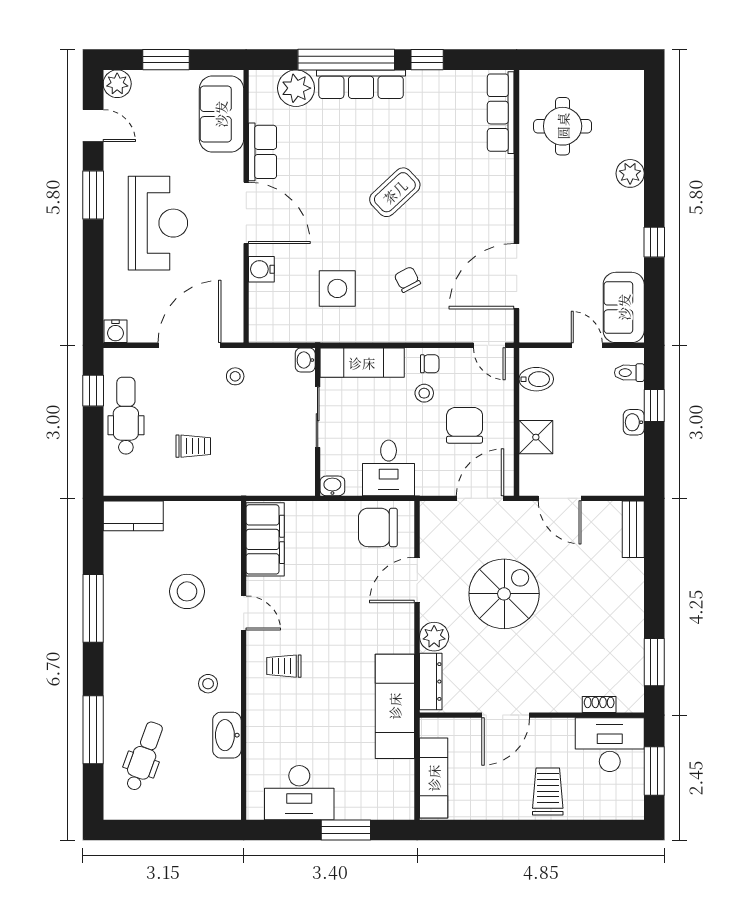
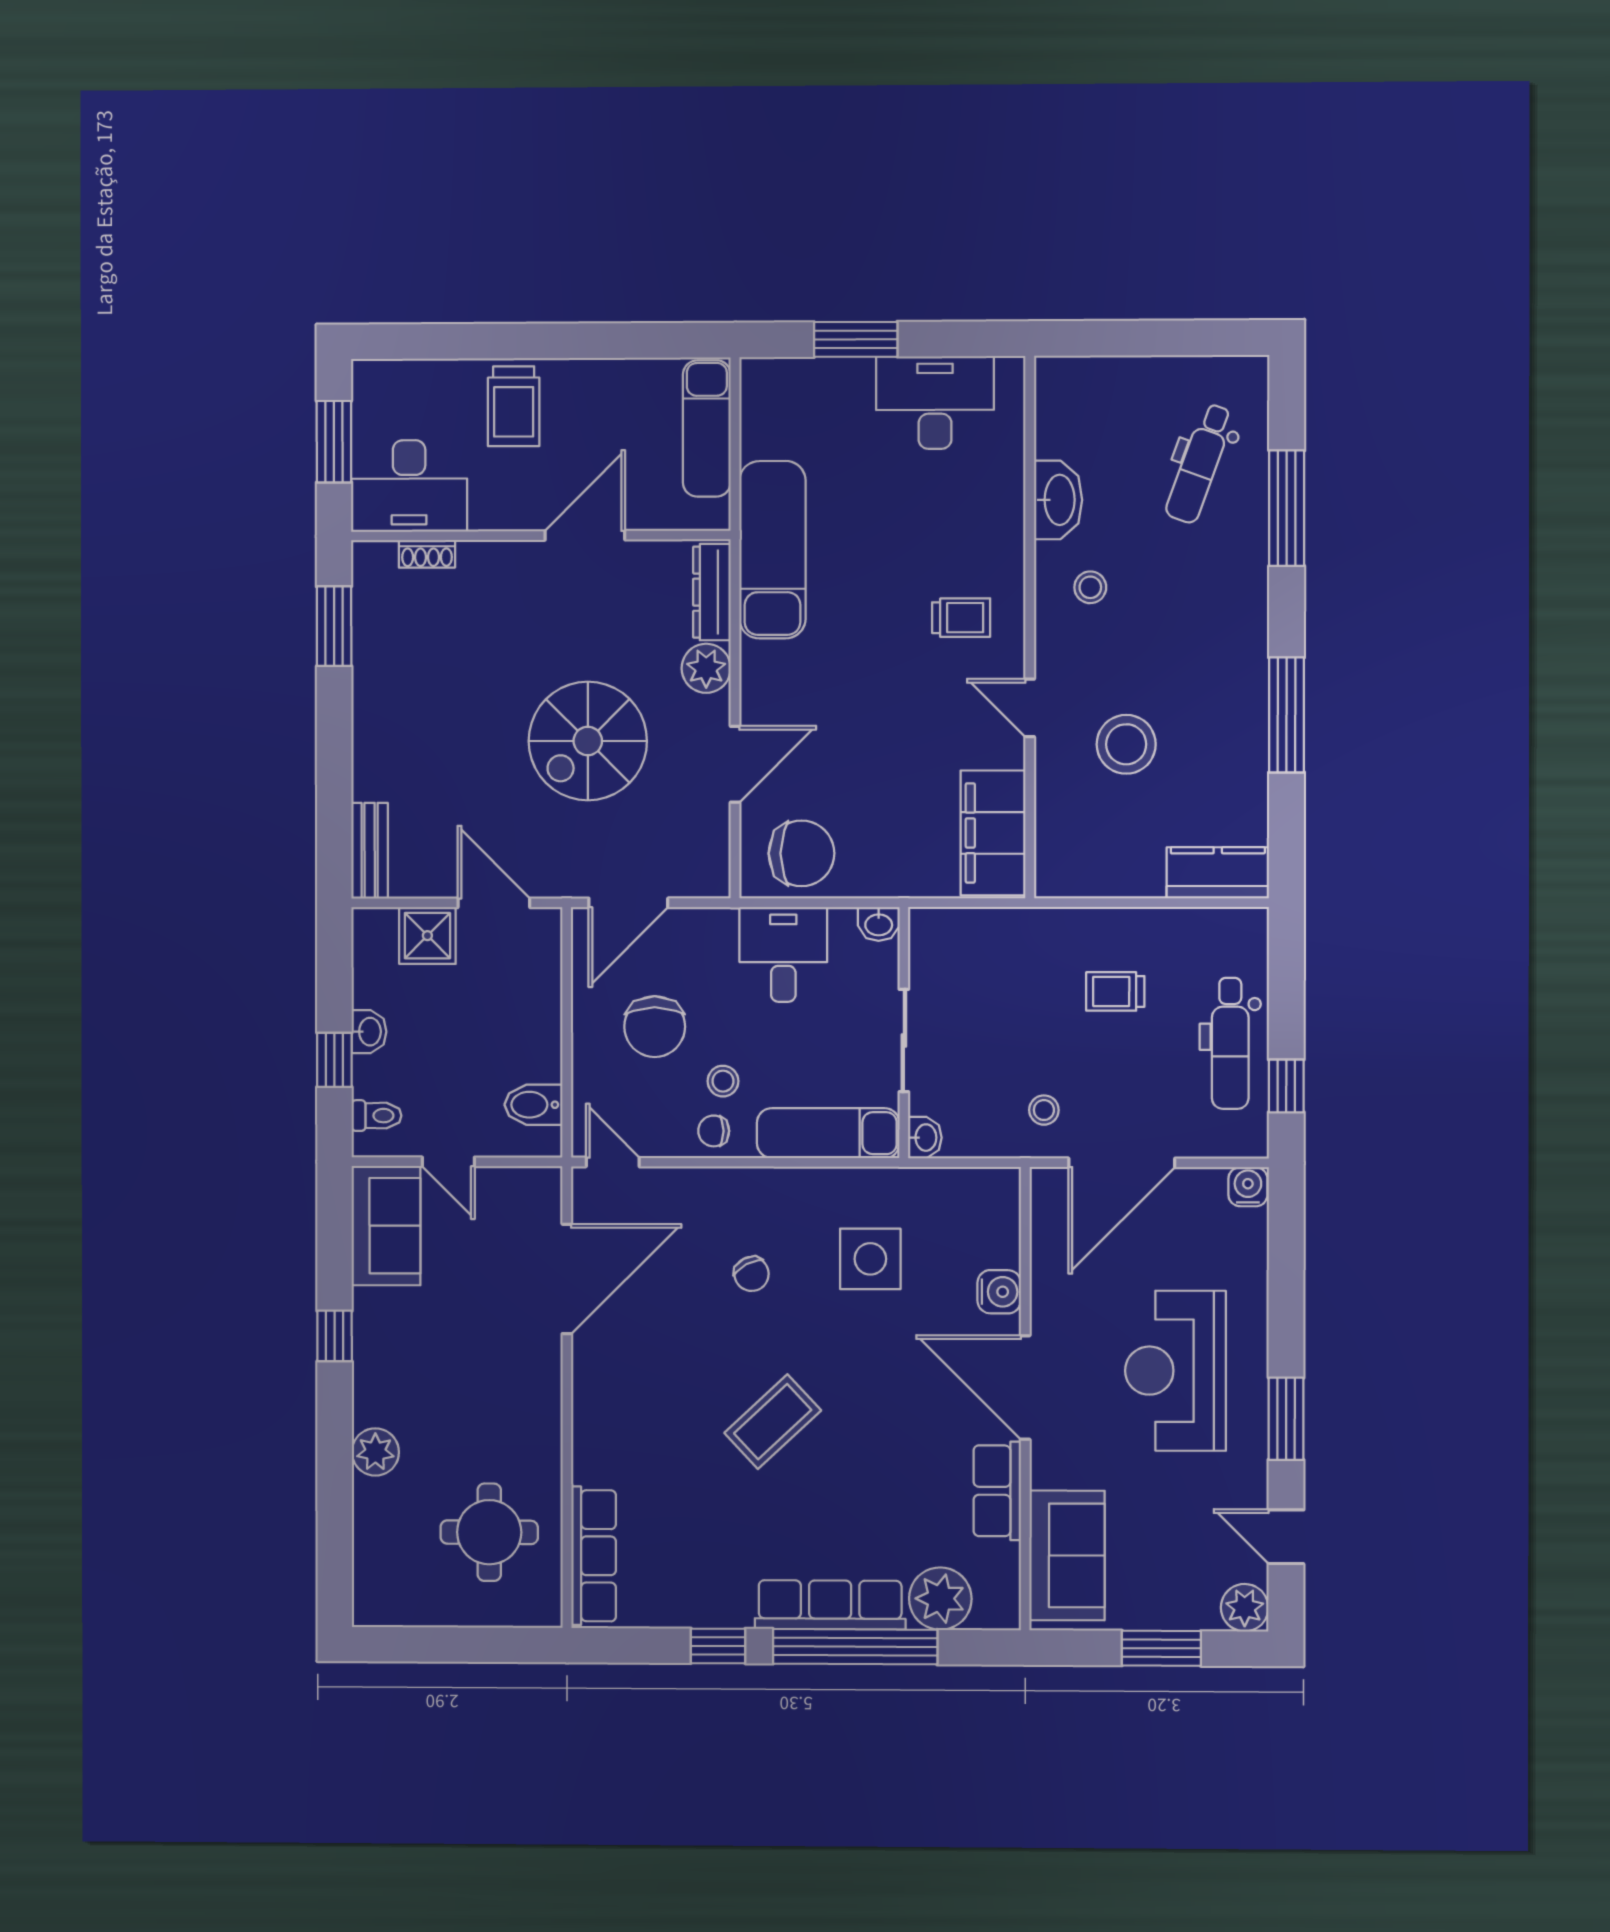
shower: (536, 437) -> (427, 936), moved

